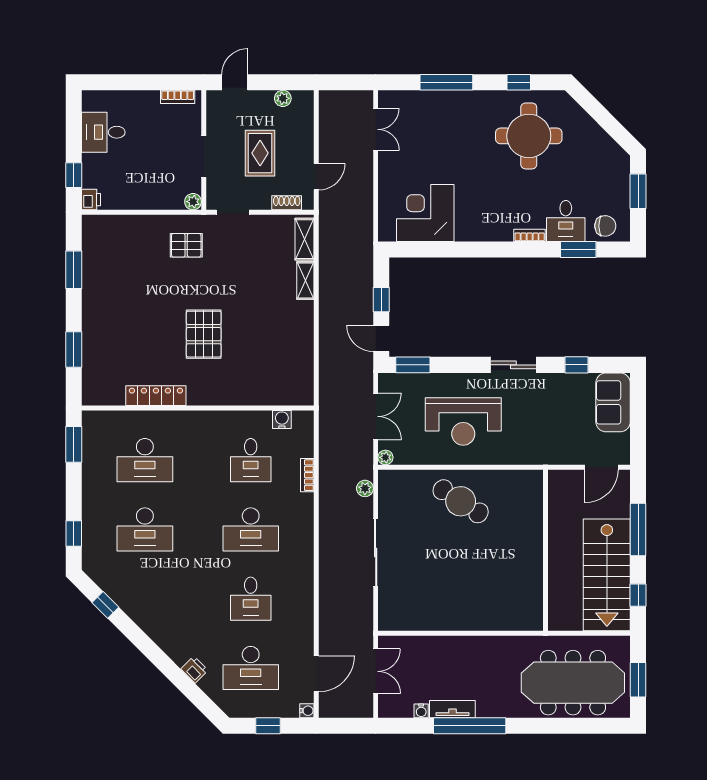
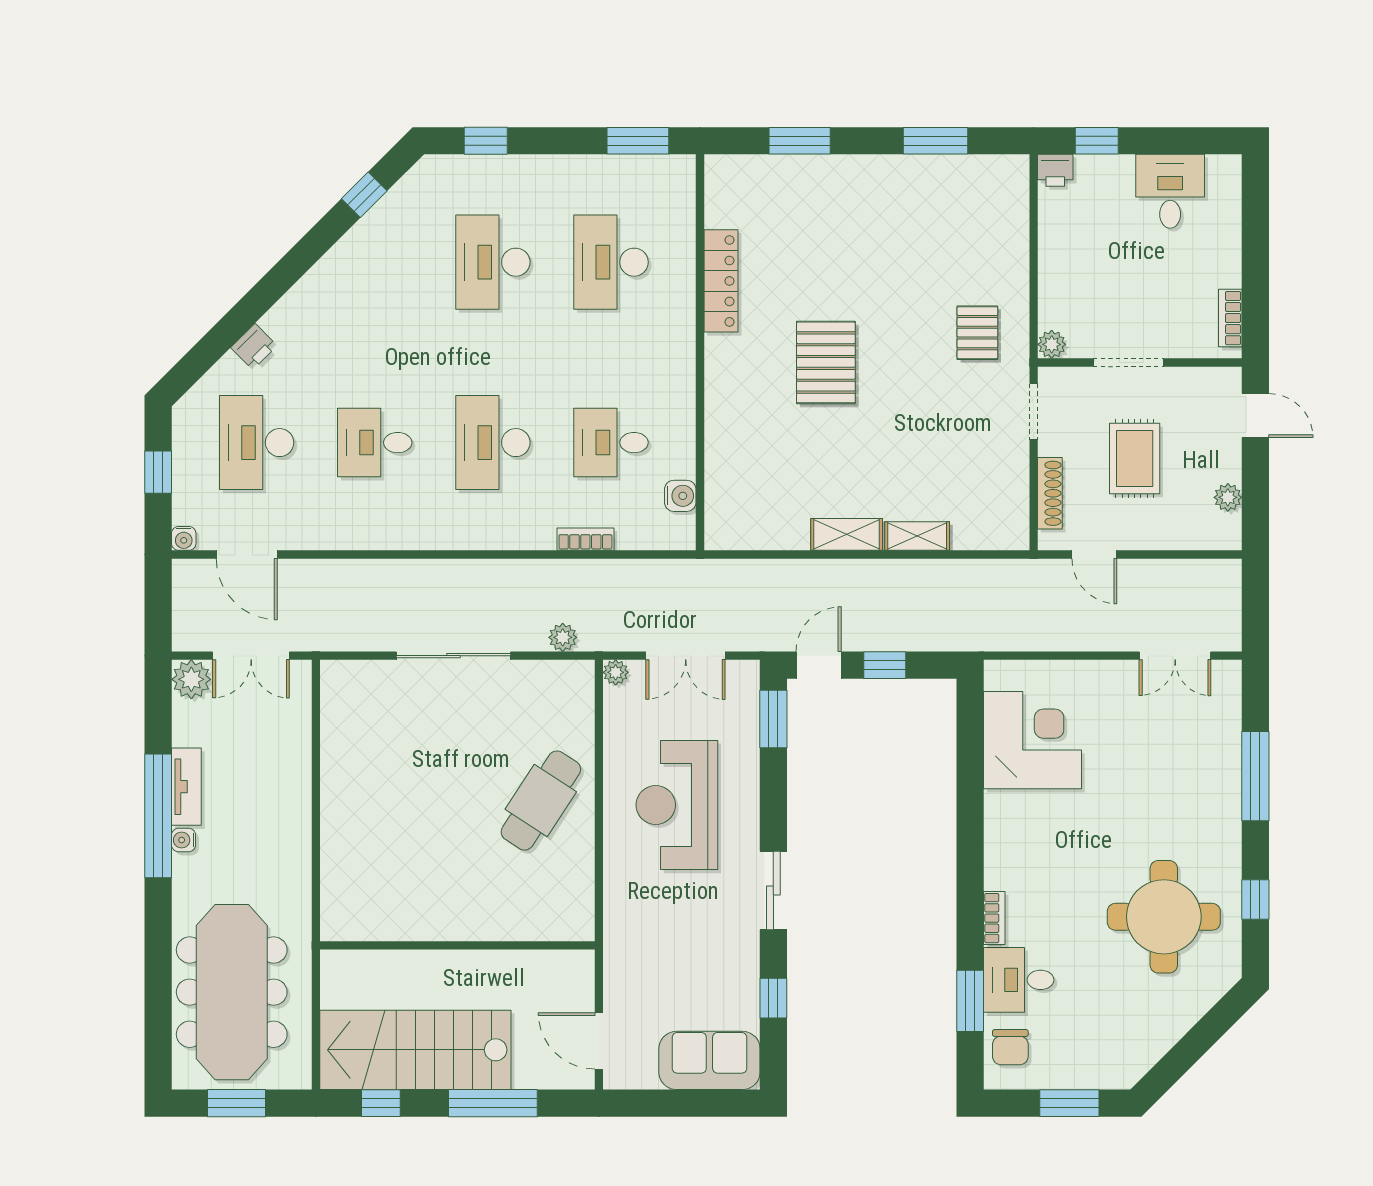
rug: (260, 153) -> (1135, 459), turned 90
shoe rack: (287, 203) -> (1050, 493), width x1.43
shelving: (305, 239) -> (847, 534), moved
pallet: (204, 334) -> (826, 362), turned 90
plant: (390, 706) -> (191, 679), added
water cooler: (421, 711) -> (184, 840), moved

